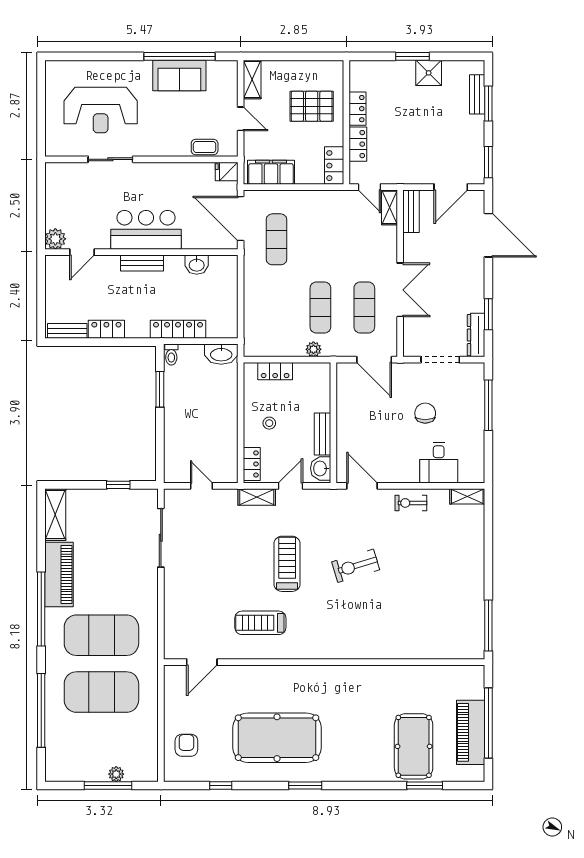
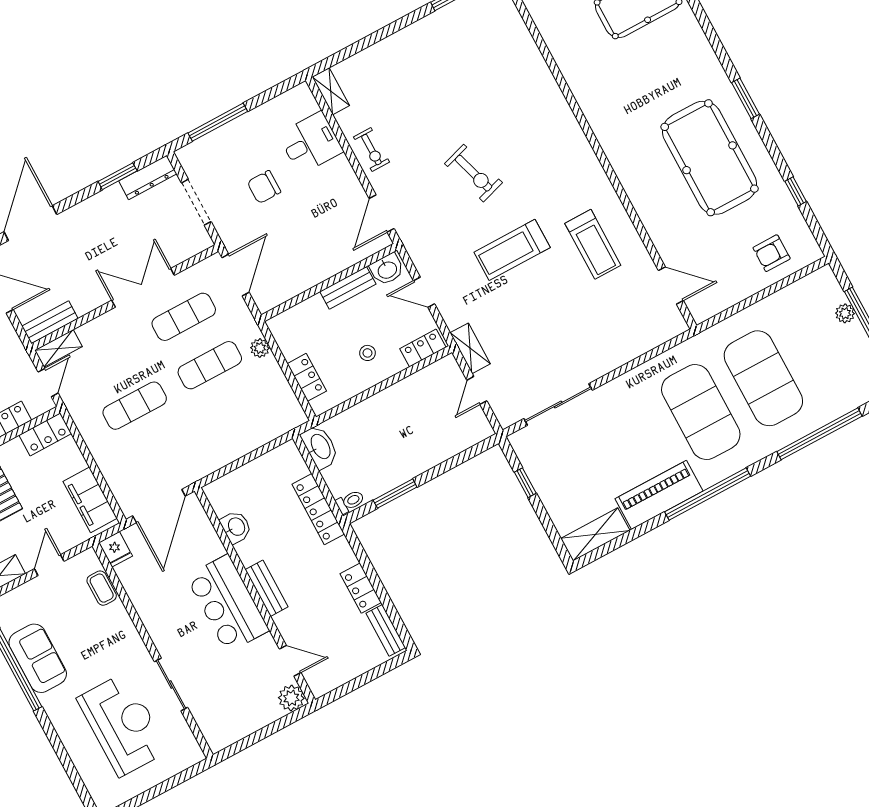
exercise mat: (276, 239) -> (135, 406), moved
shelving: (257, 497) -> (470, 348), moved

